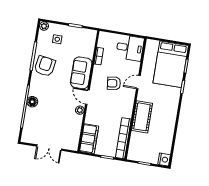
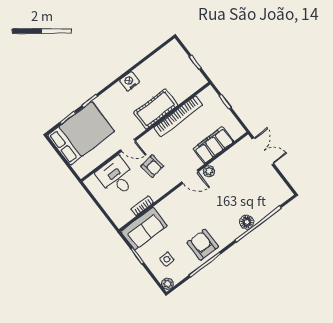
desk: (130, 48) -> (116, 177), moved
armchair: (45, 66) -> (203, 245), turned 81
sofa: (81, 73) -> (144, 229), moved
door: (87, 97) -> (190, 177), hinge flipped
bookcase: (123, 138) -> (178, 116), moved
filing cabinet: (89, 139) -> (213, 145), moved
double door: (49, 148) -> (263, 151), moved
nightstand: (164, 160) -> (129, 81), moved

